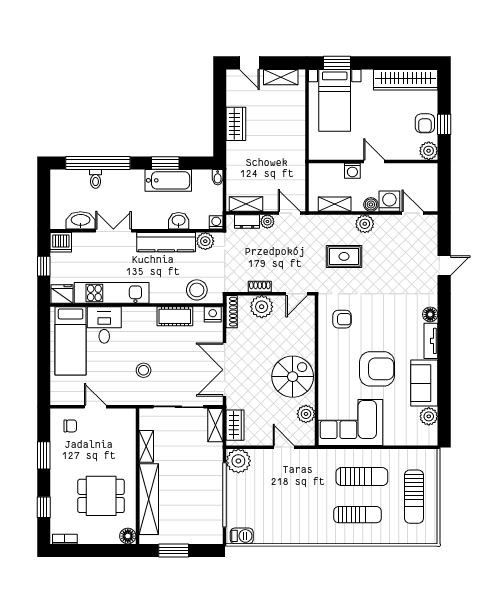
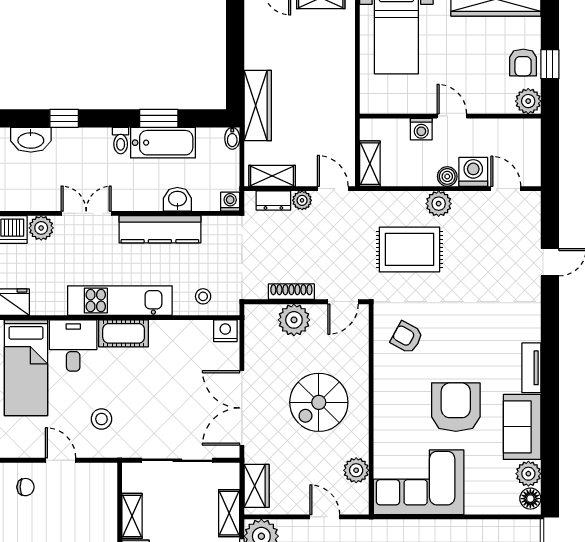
wardrobe: (236, 124) -> (258, 106), moved, width x1.50
window: (98, 163) -> (64, 118), width x0.32
toilet: (96, 179) -> (121, 141), moved
shelving: (335, 204) -> (370, 164), moved, turned 90
washbasin: (81, 220) -> (31, 140), moved, turned 180
plant: (205, 241) -> (41, 228), moved
rug: (344, 256) -> (410, 249), width x1.36, depth x1.43
shoe rack: (260, 287) -> (291, 292), width x1.43
stool: (197, 290) -> (203, 296), width x0.53, depth x0.53
kitchen unit: (112, 293) -> (120, 301), moved
shoe rack: (232, 312) -> (252, 327), removed
floor lamp: (430, 314) -> (530, 499), moved
cot: (175, 316) -> (124, 333), moved
armchair: (342, 319) -> (407, 337), turned -151
armchair: (377, 369) -> (456, 407), turned -90
stool: (144, 370) -> (101, 419), moved
spiral stairs: (293, 377) -> (319, 402), moved, turned 180
shelving: (215, 425) -> (229, 513), moved

